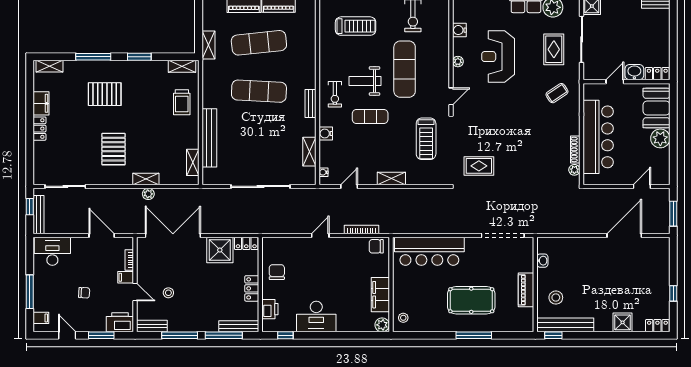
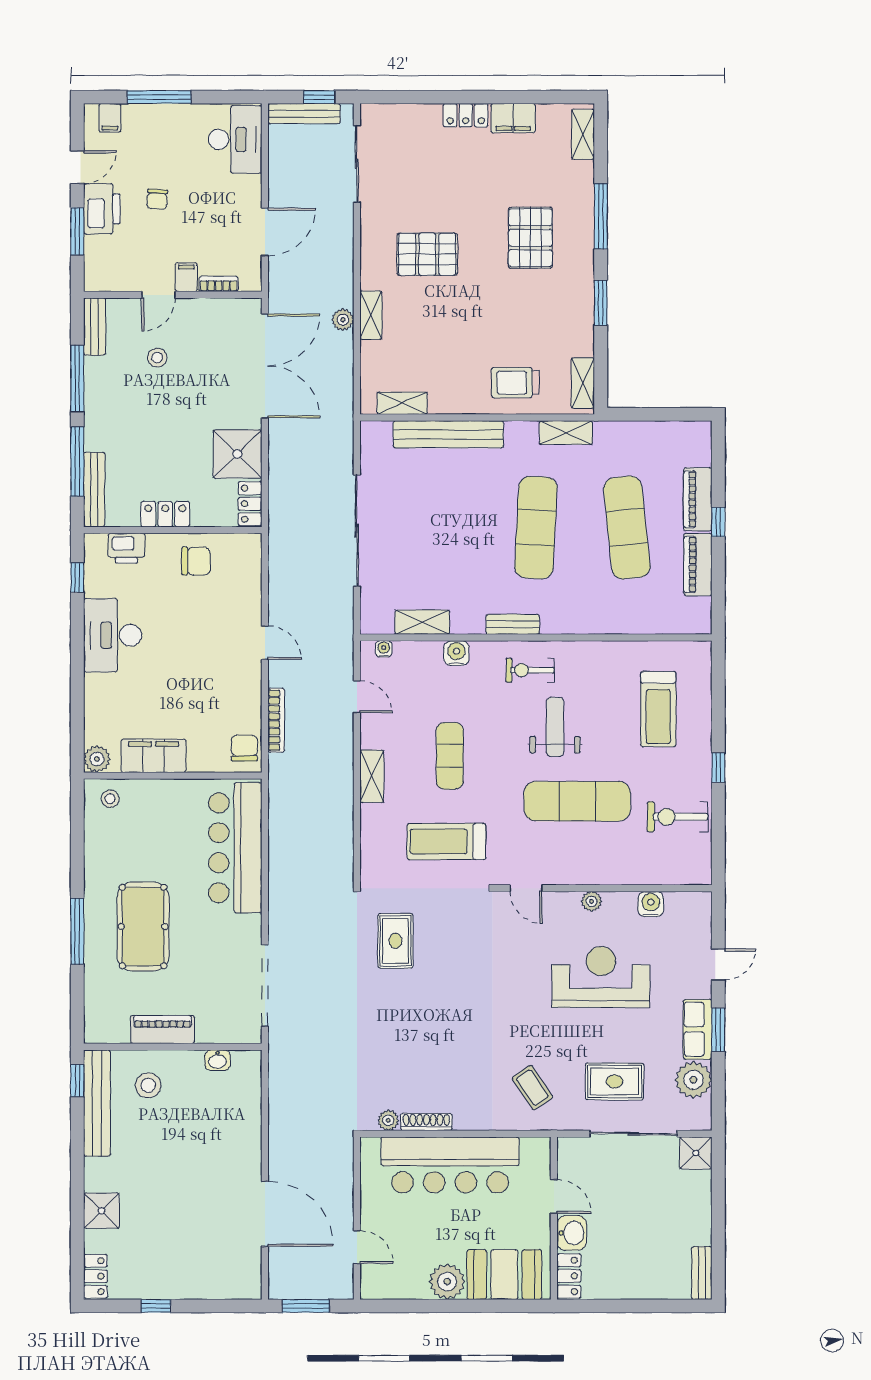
shelving: (208, 45) -> (566, 433), moved
exercise mat: (370, 116) -> (450, 756), moved
printer: (120, 322) -> (102, 209), moved

